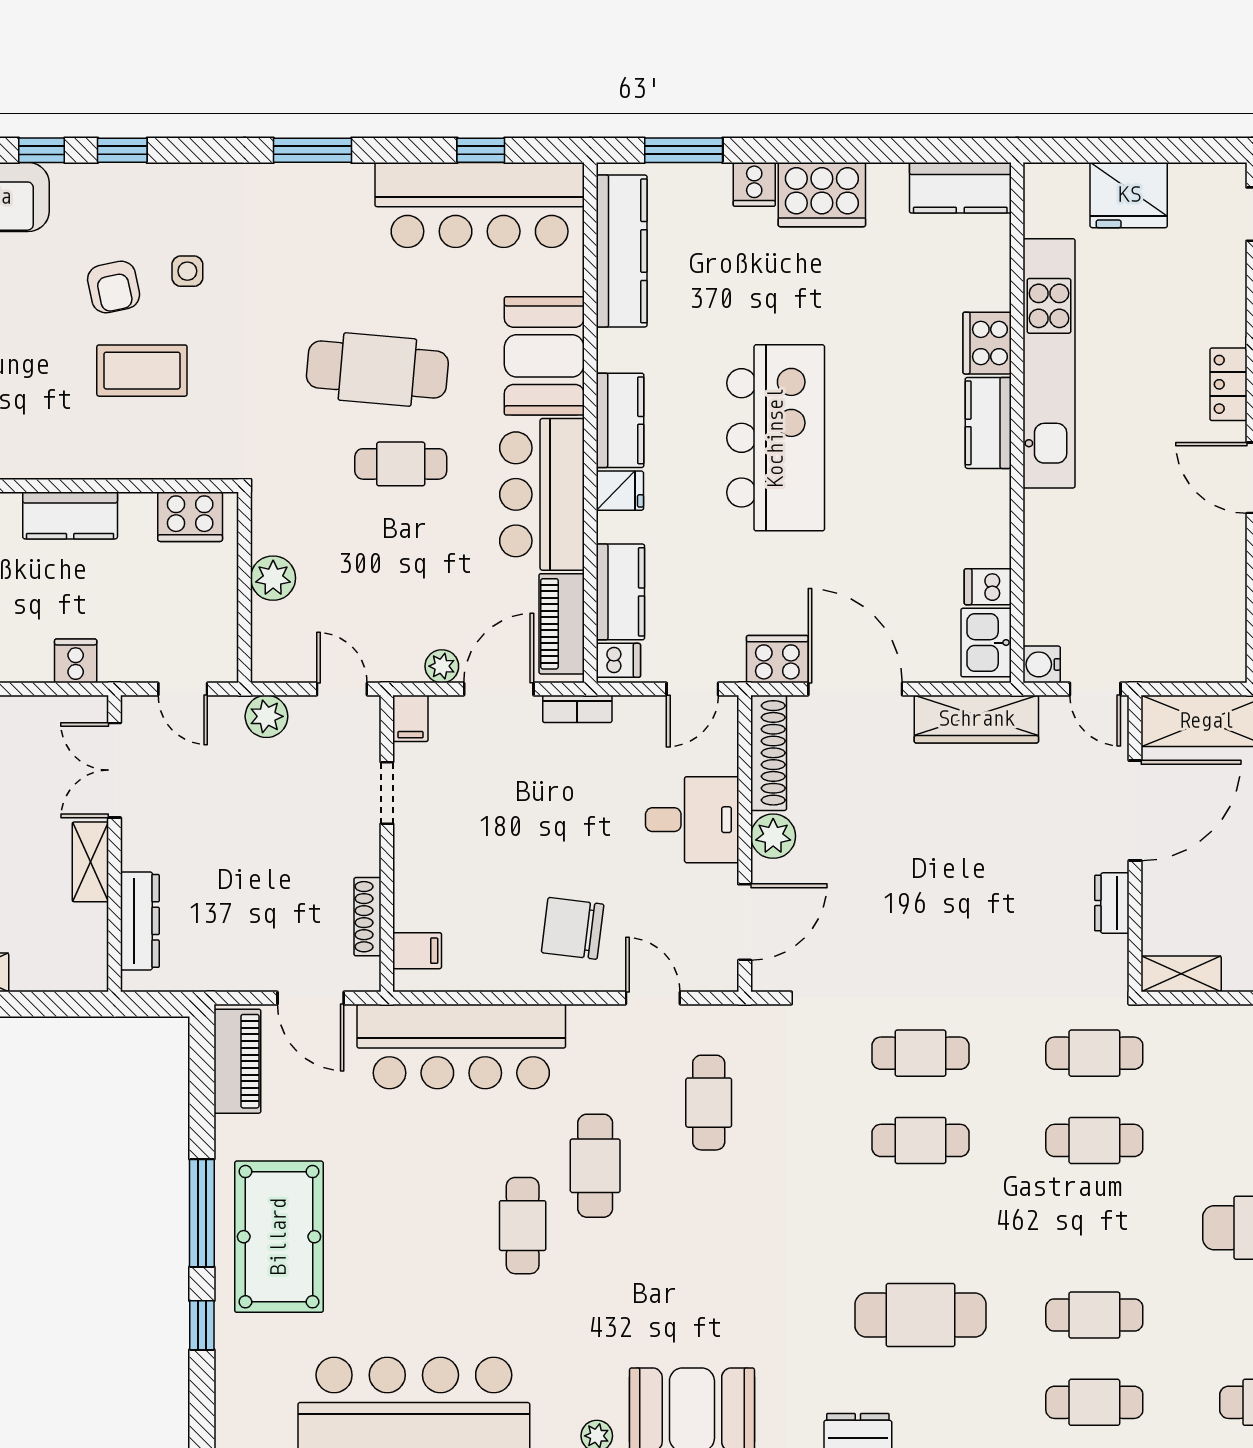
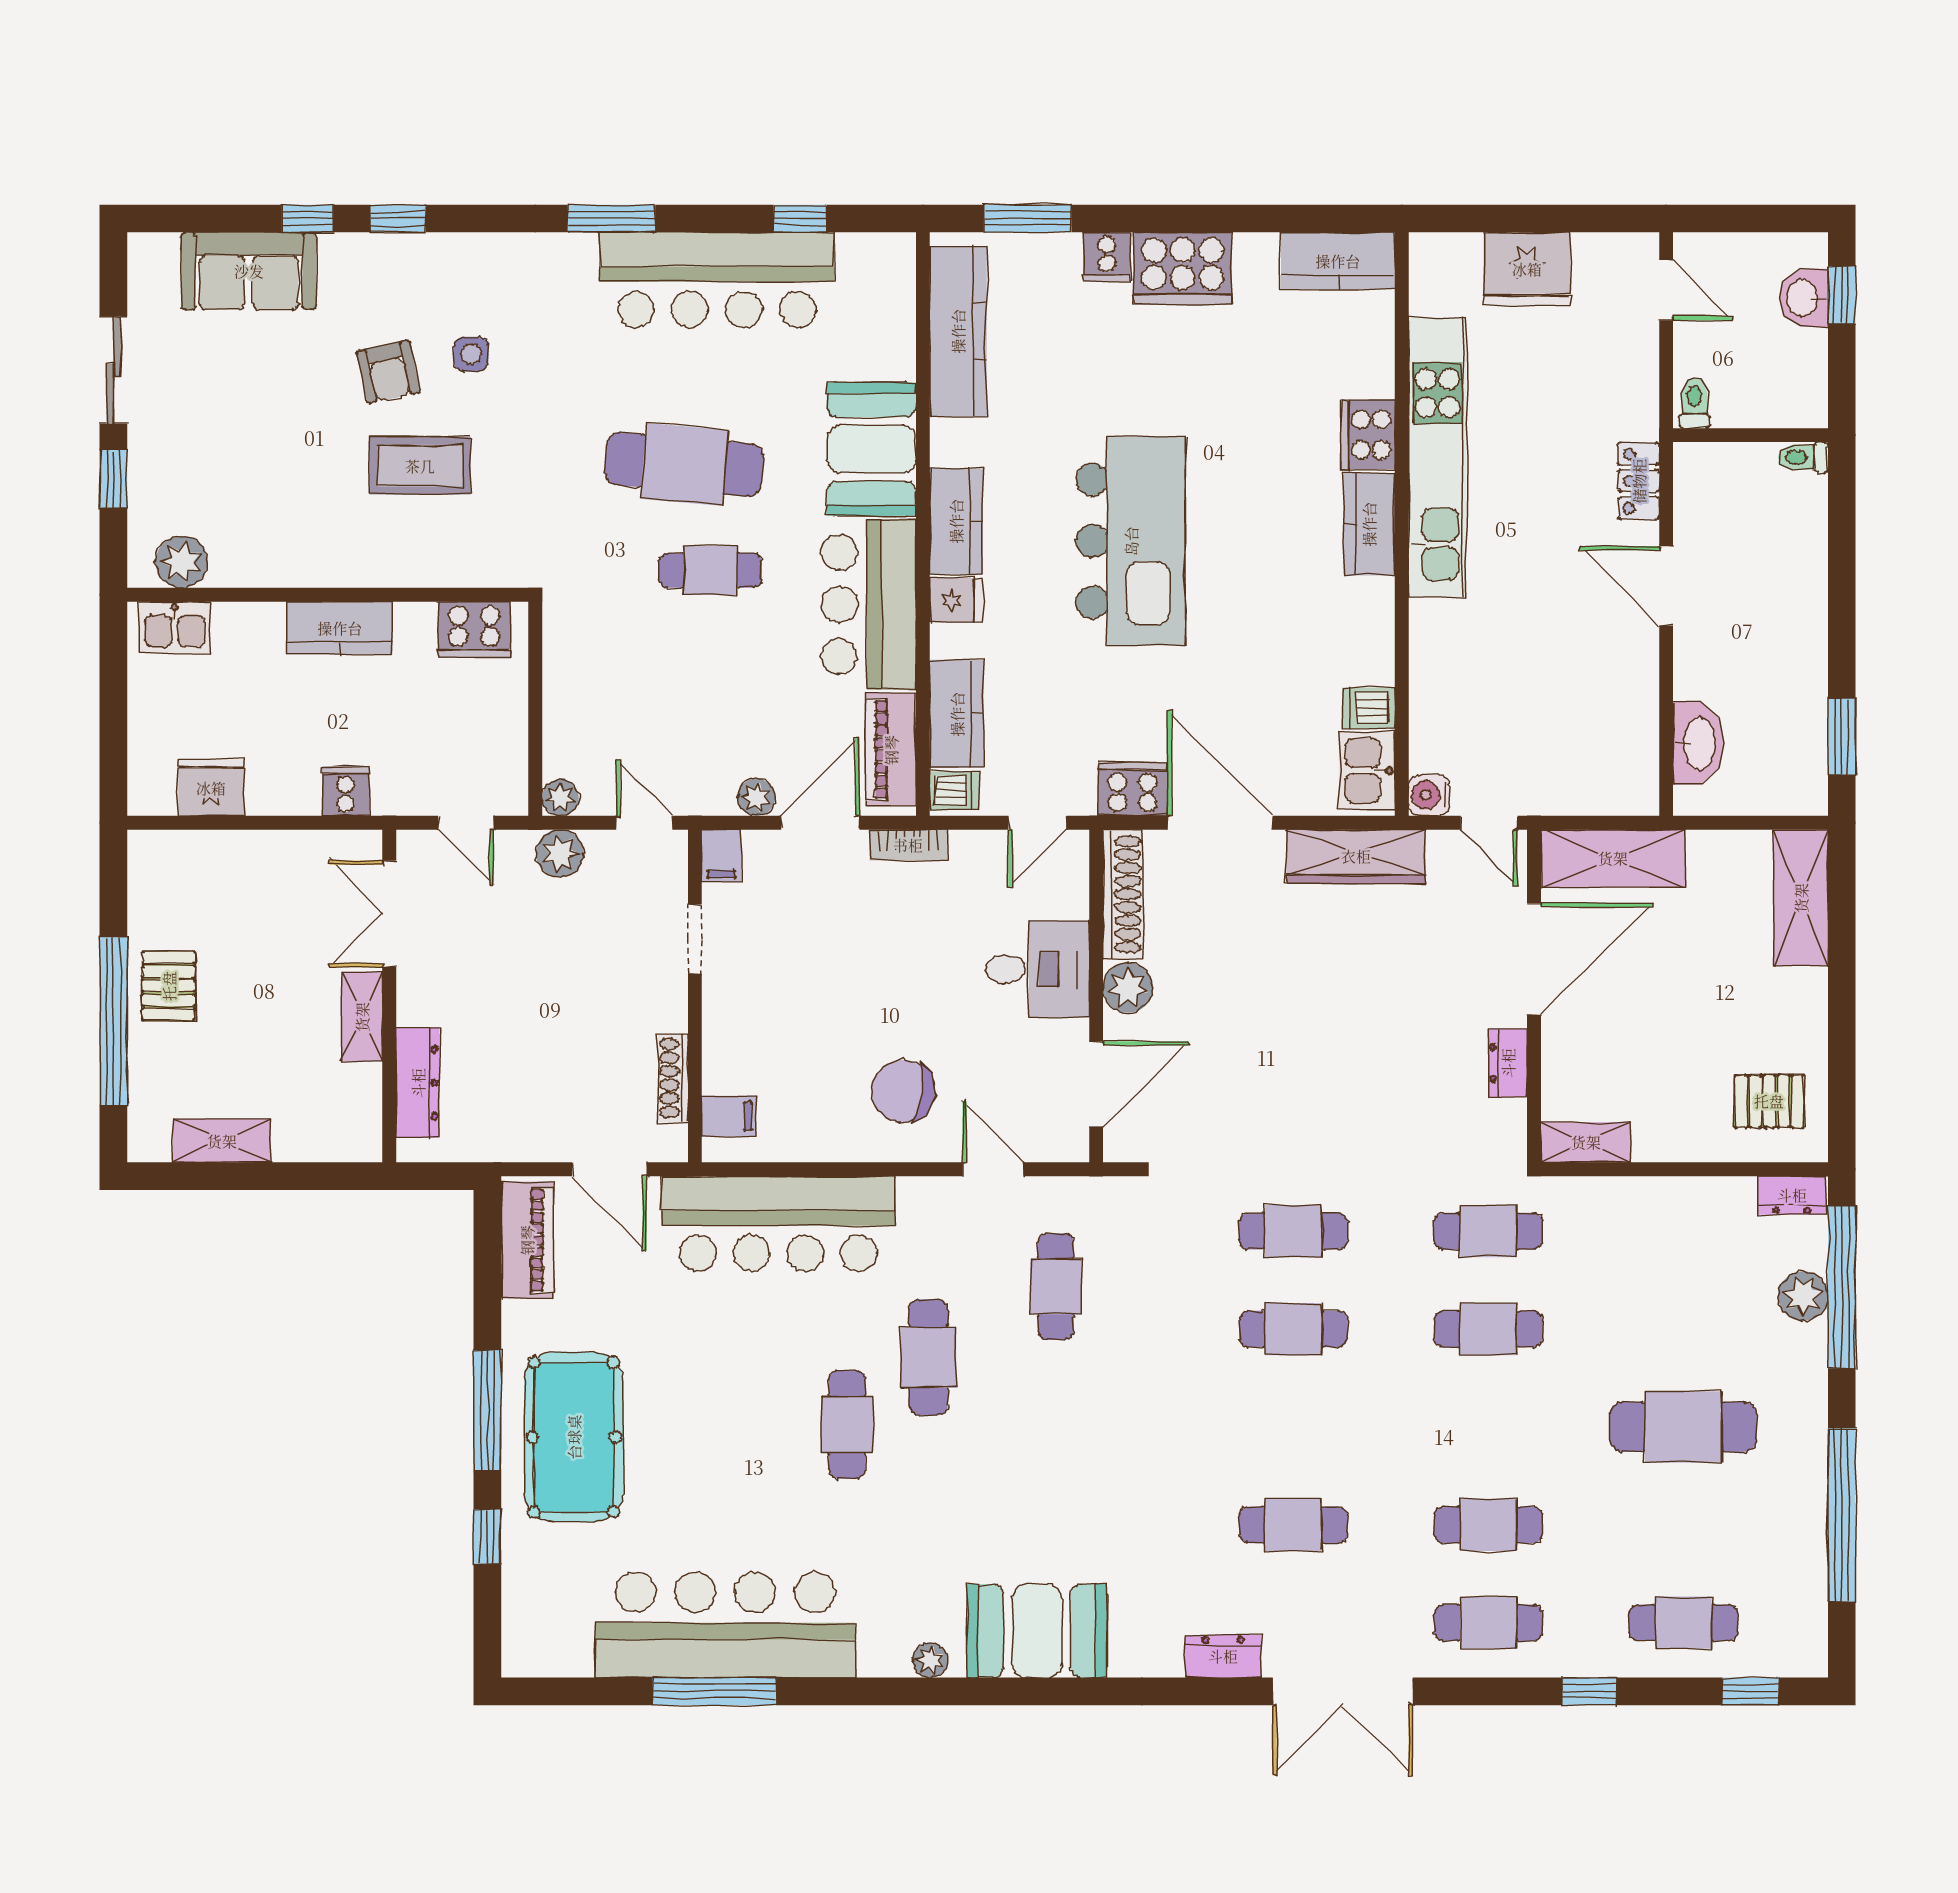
bar counter: (480, 205) -> (717, 280), moved
plant: (273, 578) -> (560, 798), moved, width x0.73, depth x0.73
cafe table: (920, 1315) -> (1293, 1525), width x0.73, depth x0.74

